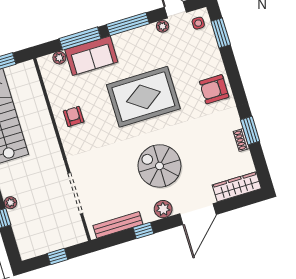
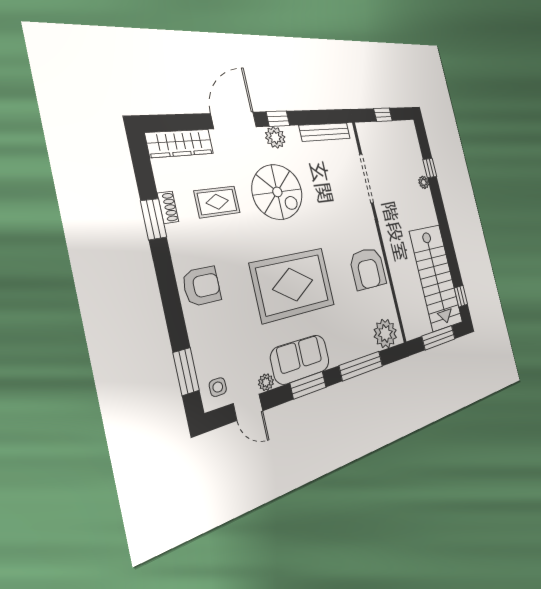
window: (128, 24) -> (308, 385), width x0.69
sofa: (91, 56) -> (300, 359), moved
plant: (59, 58) -> (385, 334), width x1.88, depth x1.88
armchair: (74, 116) -> (368, 269), width x1.88, depth x1.88
rug: (207, 150) -> (217, 202), added
window: (143, 231) -> (278, 119), moved

